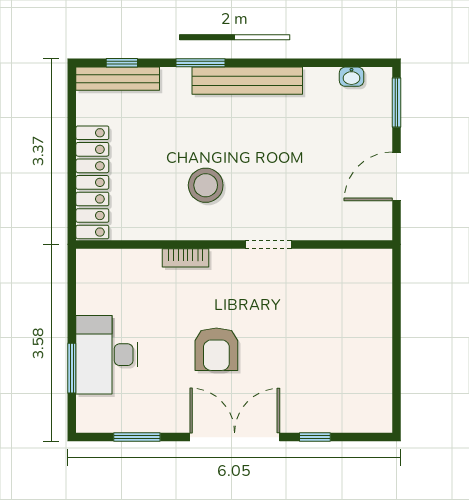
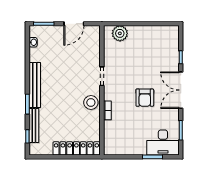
bench: (118, 79) -> (34, 126), moved
door: (397, 176) -> (74, 24), hinge flipped
stool: (206, 185) -> (91, 103), moved
plant: (373, 288) -> (120, 33), added
armchair: (216, 349) -> (145, 98), turned 90
desk: (107, 355) -> (163, 142), moved

